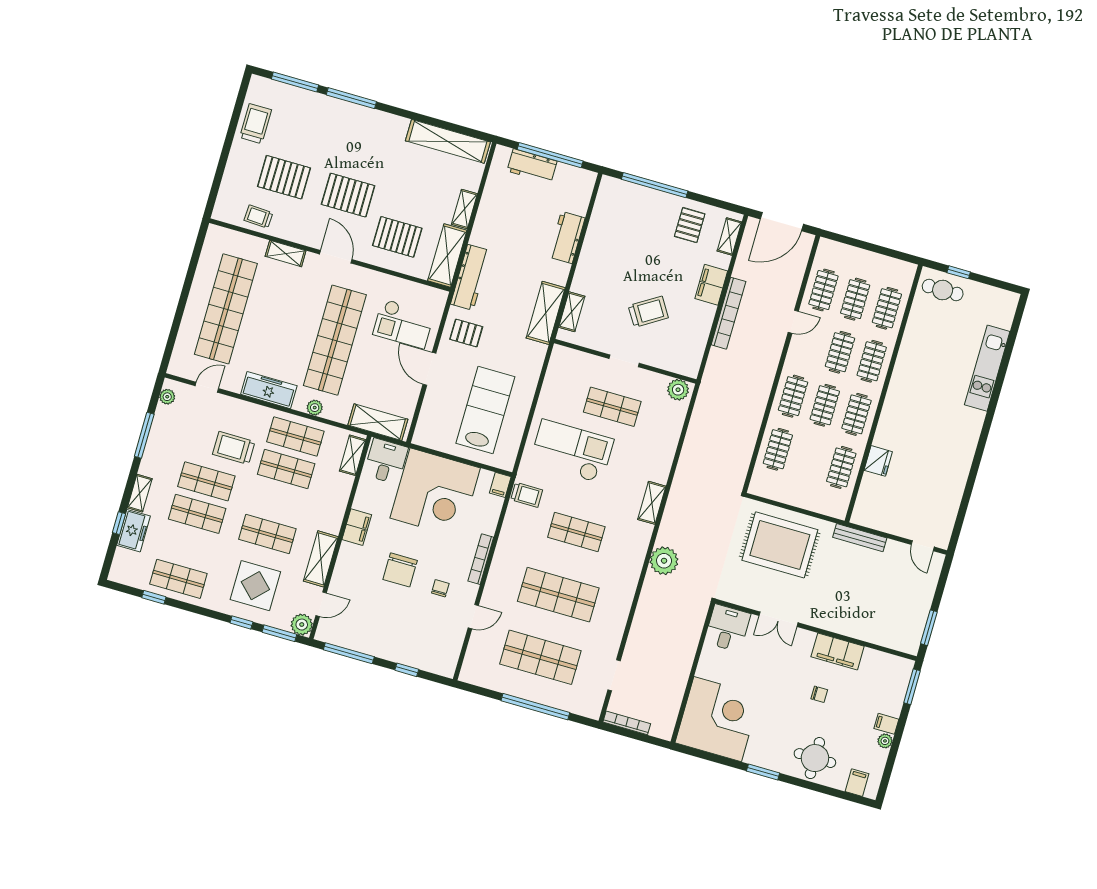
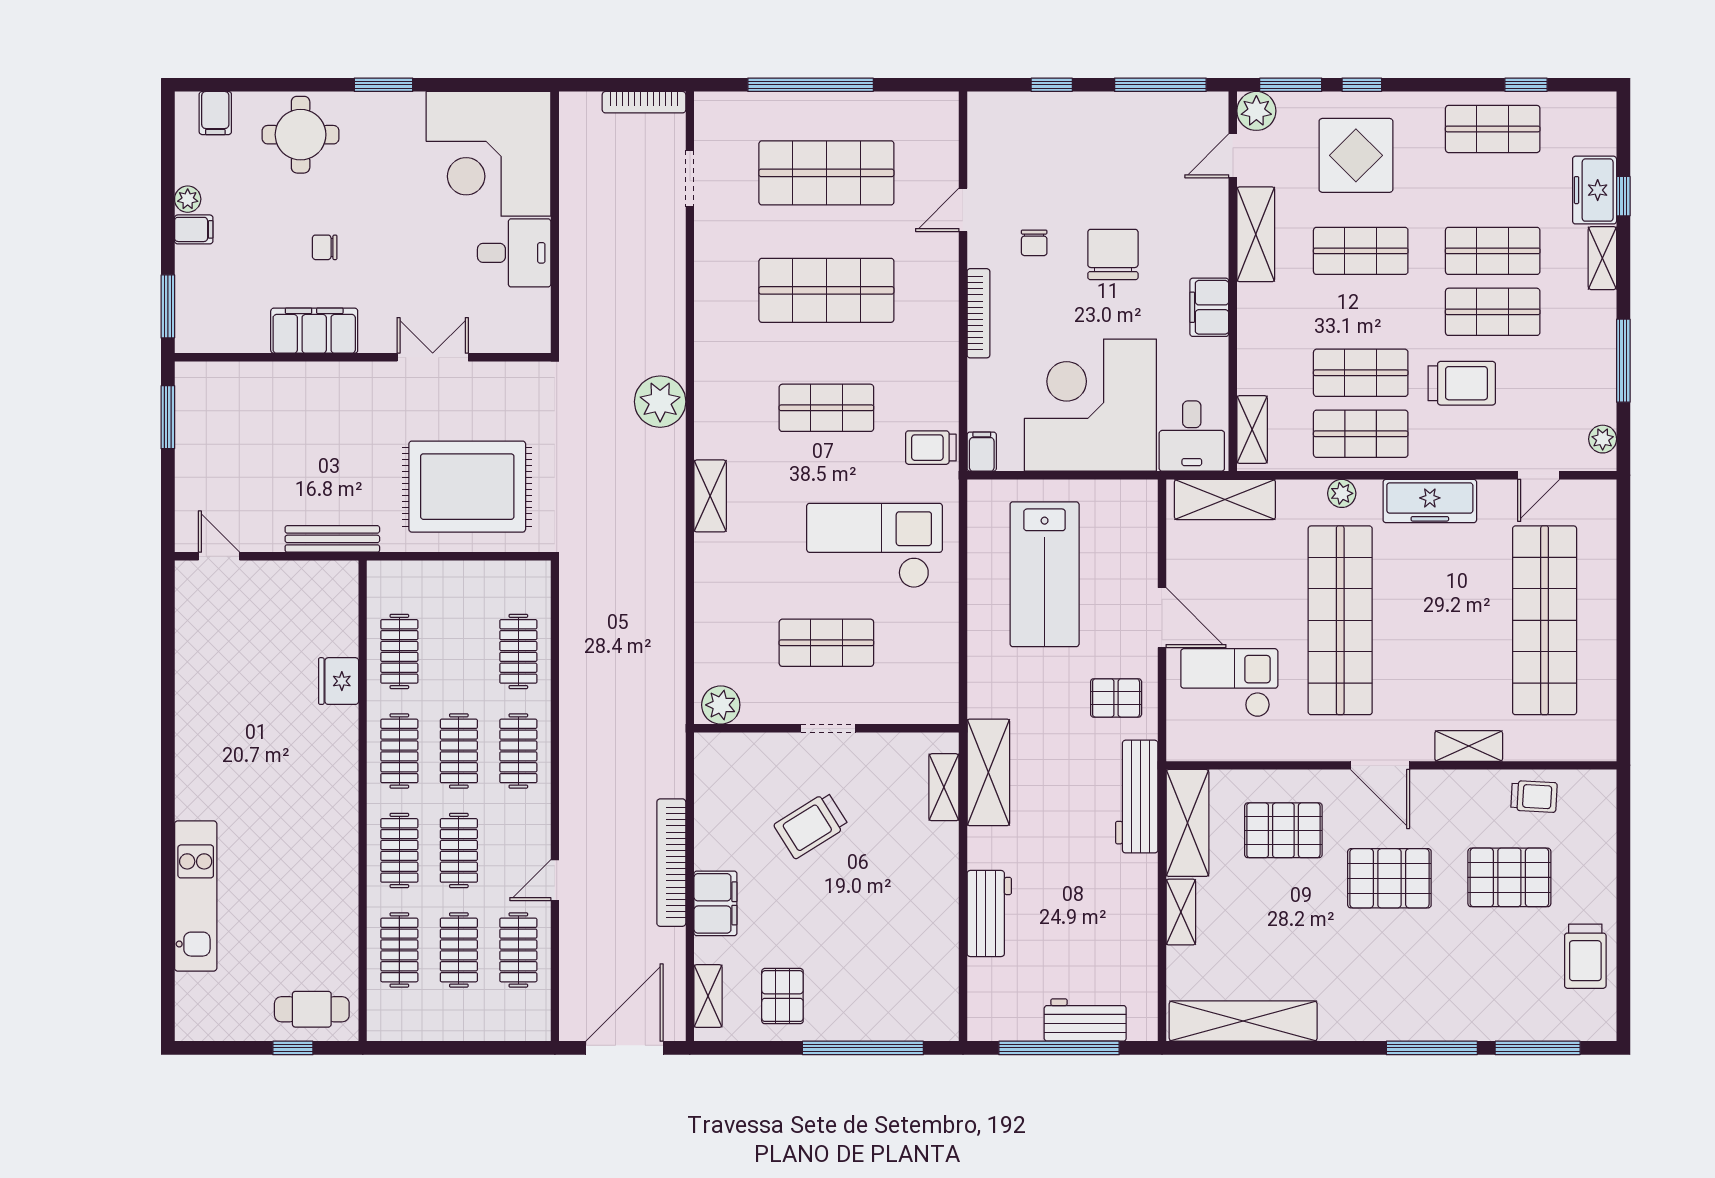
checkout: (572, 451) -> (875, 546), turned 180
desk: (727, 628) -> (514, 253), moved, turned -90

